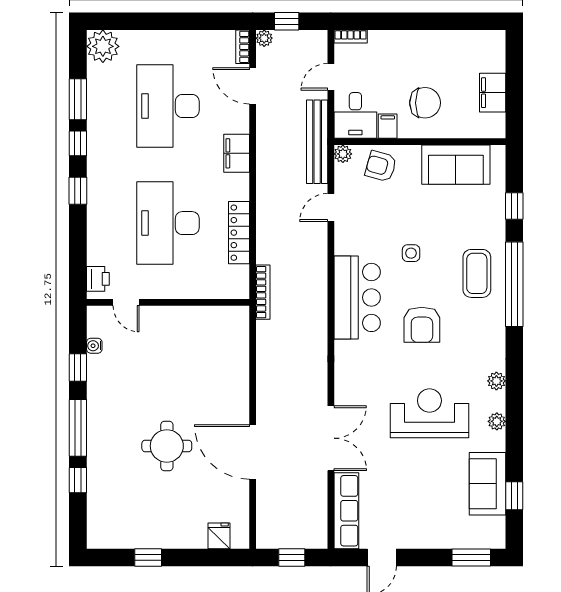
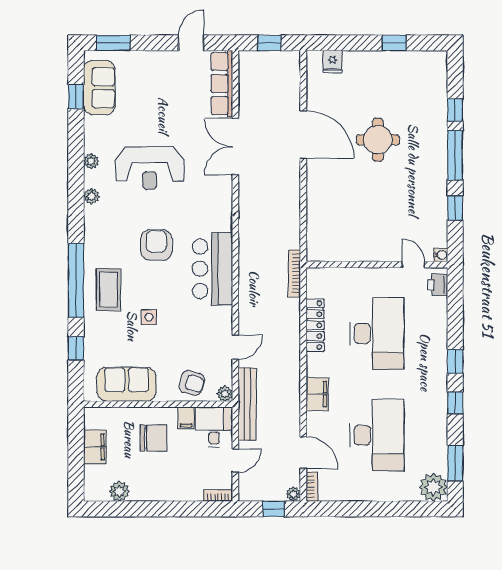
plant: (464, 41) -> (119, 491), added
window: (78, 99) -> (455, 463), moved
chair: (425, 103) -> (153, 438), turned 180
side table: (411, 253) -> (149, 317), moved
water cooler: (94, 346) -> (441, 255), moved
sofa: (487, 484) -> (99, 88), moved

